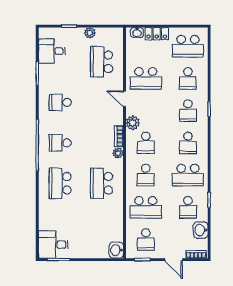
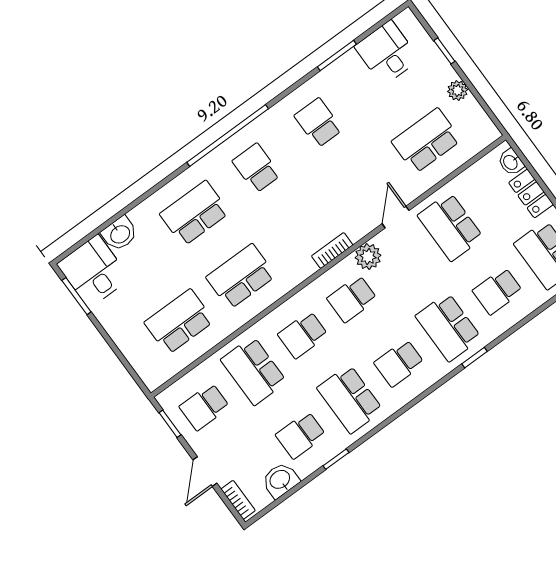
school desk: (188, 111) -> (448, 327), width x1.85
plant: (118, 153) -> (305, 268), removed
school desk: (102, 224) -> (179, 322), added
washbasin: (116, 250) -> (120, 234), moved, turned 180

